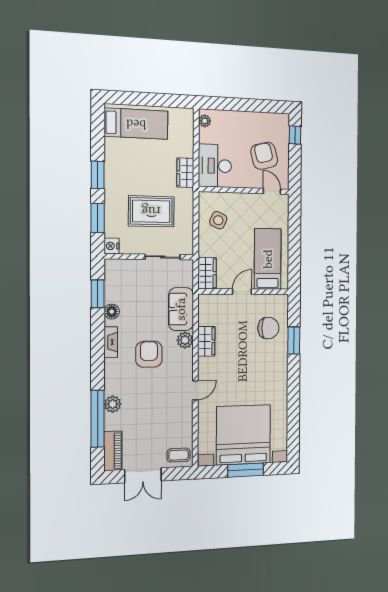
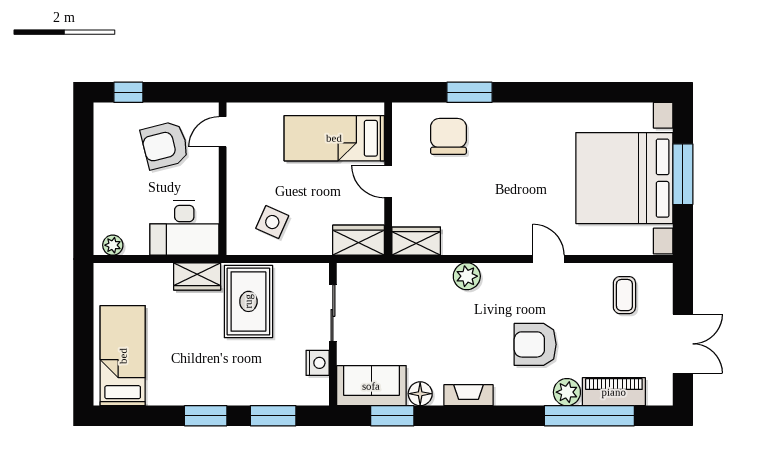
rug: (151, 211) -> (248, 301), moved
nightstand: (112, 246) -> (318, 363), moved, turned -90
sofa: (181, 309) -> (371, 386), moved, turned 180
wardrobe: (206, 341) -> (416, 241), moved
armchair: (149, 354) -> (535, 344), moved
piano: (113, 451) -> (614, 392), moved
coffee table: (179, 455) -> (624, 295), moved

